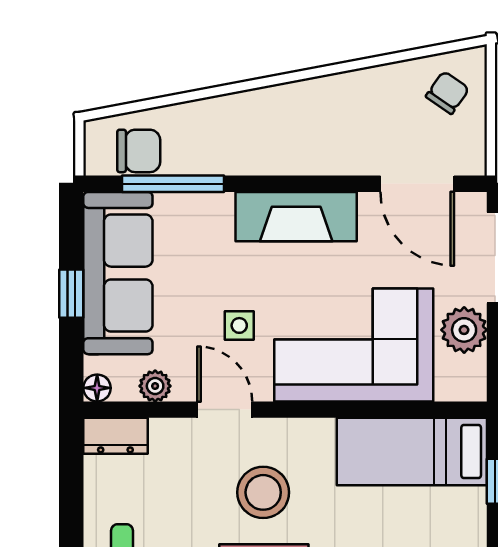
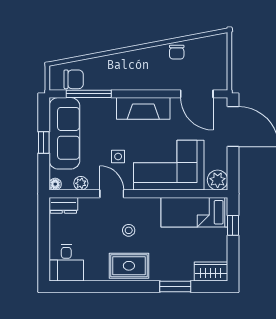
chair: (447, 93) -> (177, 52), moved, turned 145
plant: (464, 330) -> (218, 180), moved
stool: (263, 492) -> (129, 230), width x0.53, depth x0.53

